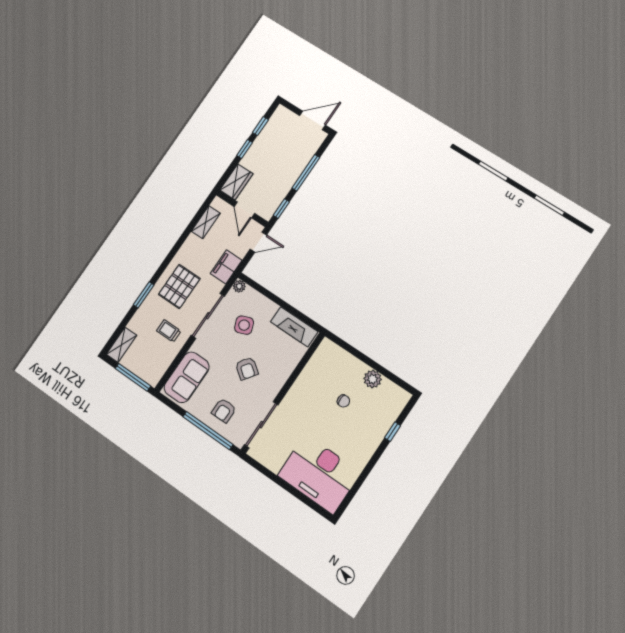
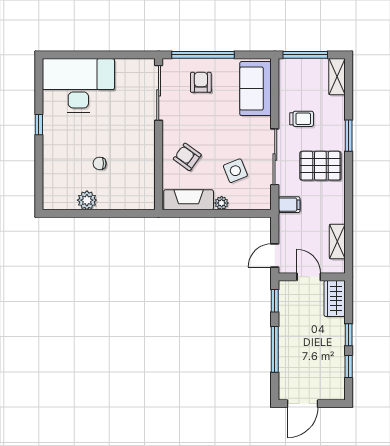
filing cabinet: (226, 267) -> (289, 205), width x0.50
pallet: (179, 286) -> (320, 166), turned 90
plant: (239, 286) -> (222, 203), moved
armchair: (247, 368) -> (187, 157), moved
window: (393, 432) -> (39, 125), moved

